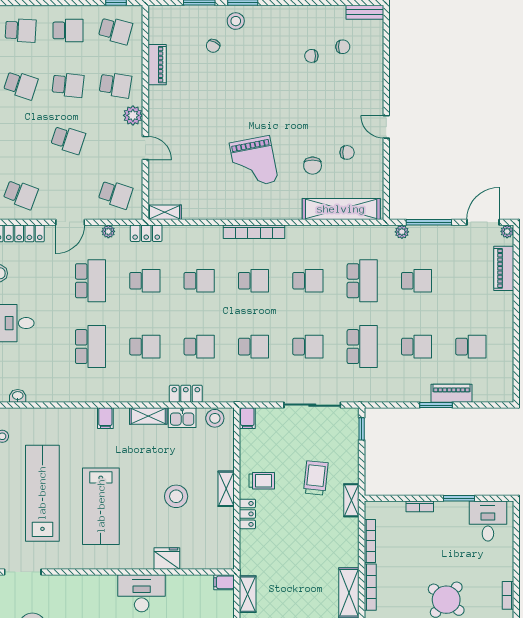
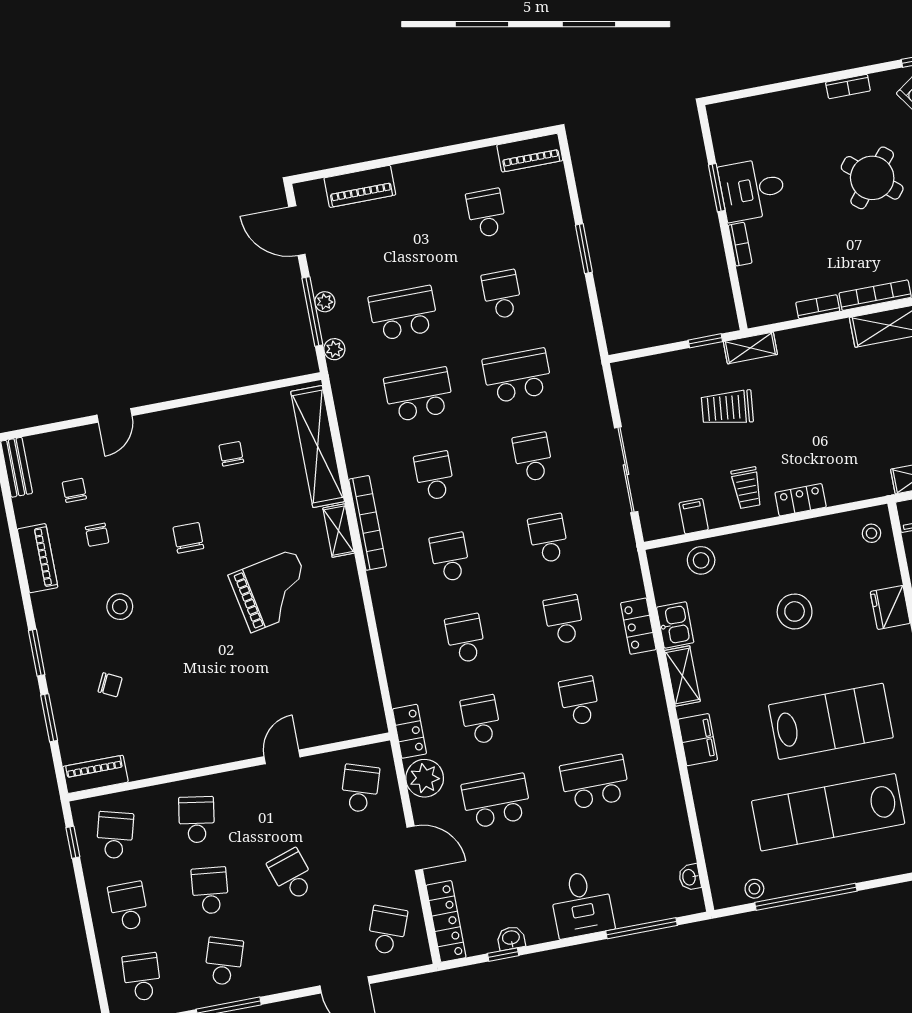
piano: (304, 15) -> (38, 558), added
stool: (236, 21) -> (120, 607), moved
piano: (157, 65) -> (95, 774), moved
plant: (133, 115) -> (237, 785), removed
door: (386, 127) -> (115, 415), moved
school desk: (68, 140) -> (292, 875), turned -36
chair: (313, 166) -> (188, 538), moved, turned -90
shelving: (165, 212) -> (339, 531), moved
plant: (108, 231) -> (425, 778), width x1.87, depth x1.87
plant: (507, 231) -> (325, 302), moved
bookcase: (254, 232) -> (368, 523), moved
school desk: (417, 281) -> (403, 313), width x1.85
piano: (451, 393) -> (530, 153), moved, turned -90
sliding door: (312, 405) -> (626, 470), moved
filing cabinet: (105, 418) -> (698, 740), width x2.00
stool: (215, 418) -> (701, 560), moved
filing cabinet: (247, 418) -> (694, 516), moved, turned -90
window: (362, 429) -> (705, 341), moved
trolley: (262, 481) -> (747, 488), turned 180
shelving: (226, 489) -> (769, 539), removed
desk: (488, 521) -> (752, 189), moved
bookcase: (370, 541) -> (818, 307), width x0.64
stool: (217, 556) -> (871, 533), added

